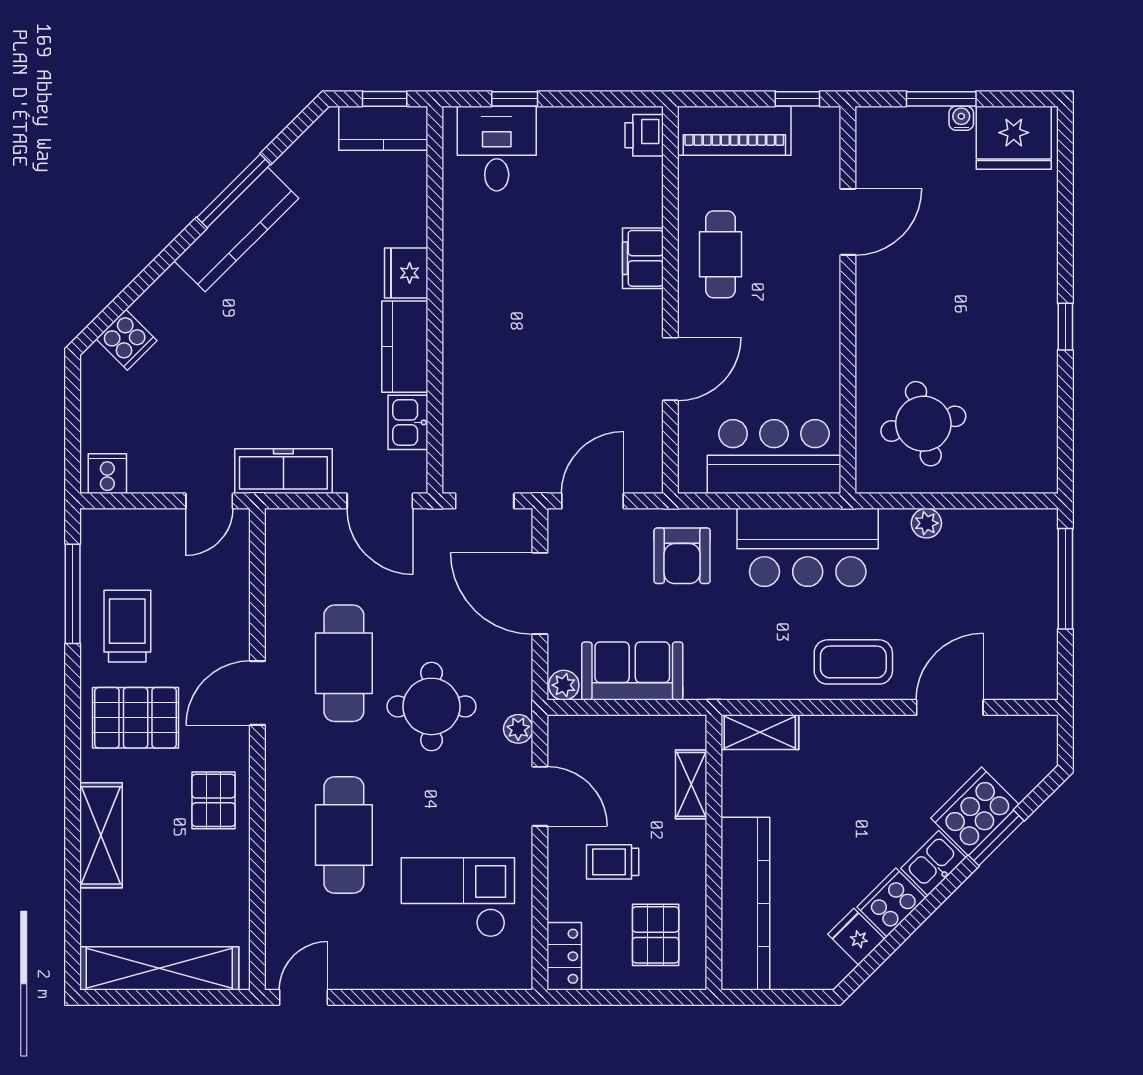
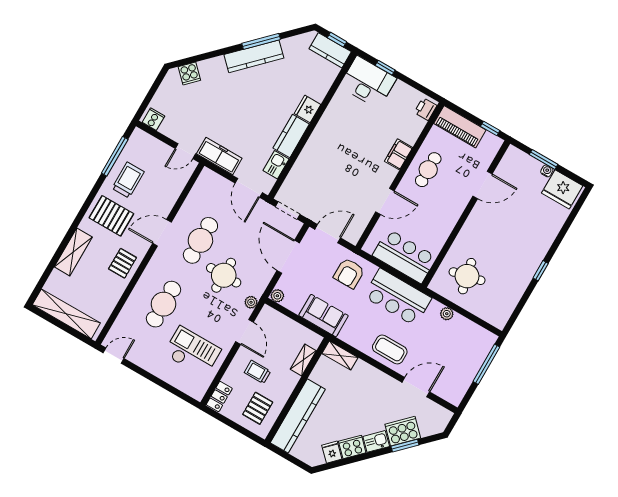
desk: (497, 149) -> (368, 82), width x1.37
sofa: (632, 671) -> (323, 316), moved

